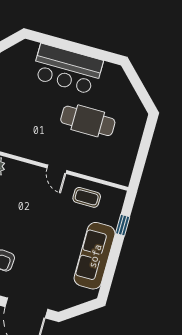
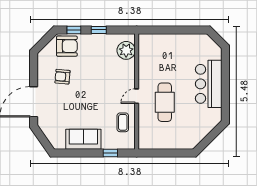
cafe table: (88, 121) -> (165, 102), moved
sofa: (95, 256) -> (83, 139), width x0.73

